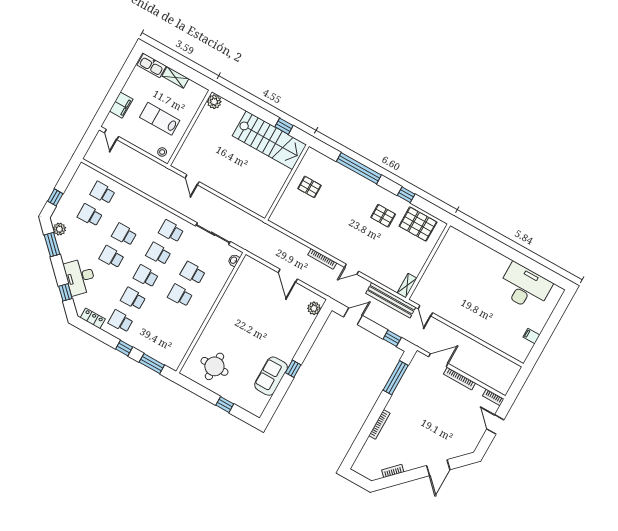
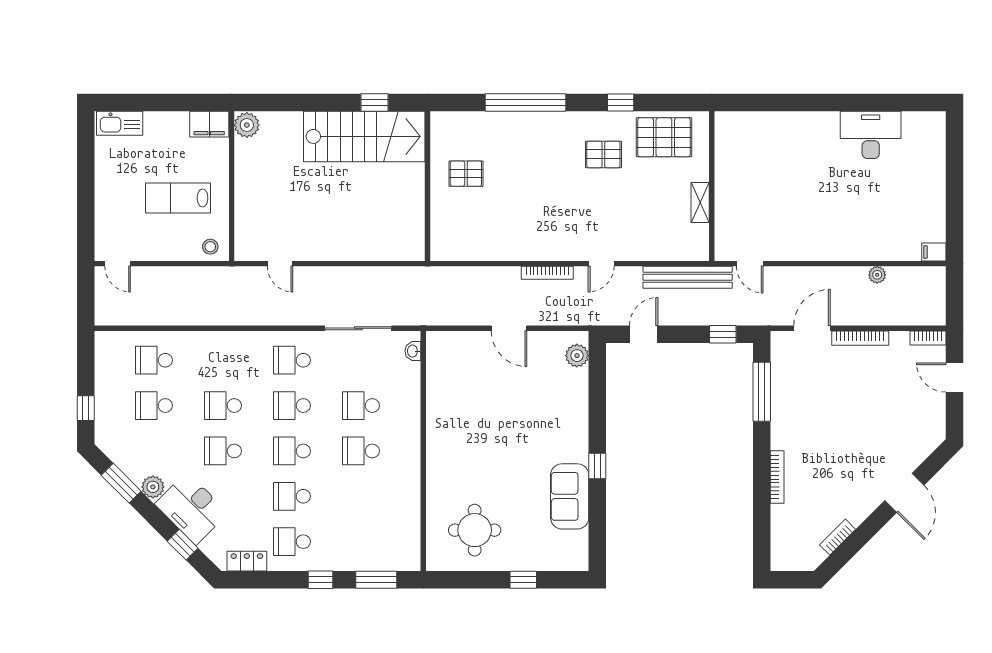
shelving: (175, 77) -> (166, 121), removed
filing cabinet: (121, 105) -> (209, 124), moved, turned 90
plant: (59, 229) -> (153, 487), moved
shelving: (407, 286) -> (700, 203), moved
desk: (525, 287) -> (871, 135), width x0.73, depth x0.77
filing cabinet: (531, 336) -> (934, 252), moved
plant: (486, 352) -> (877, 275), added

